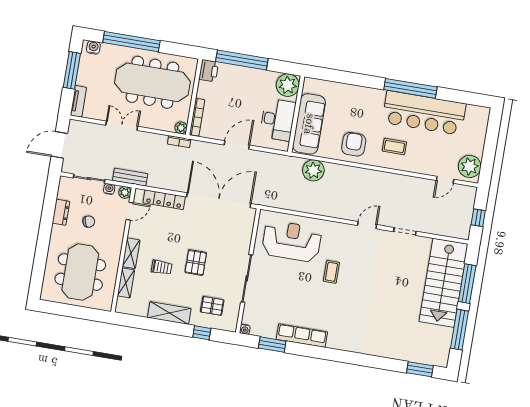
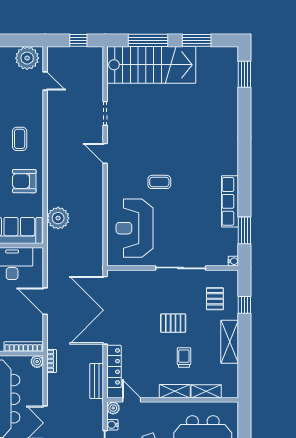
bench: (130, 177) -> (97, 381), moved
window: (460, 330) -> (197, 40), width x0.69

